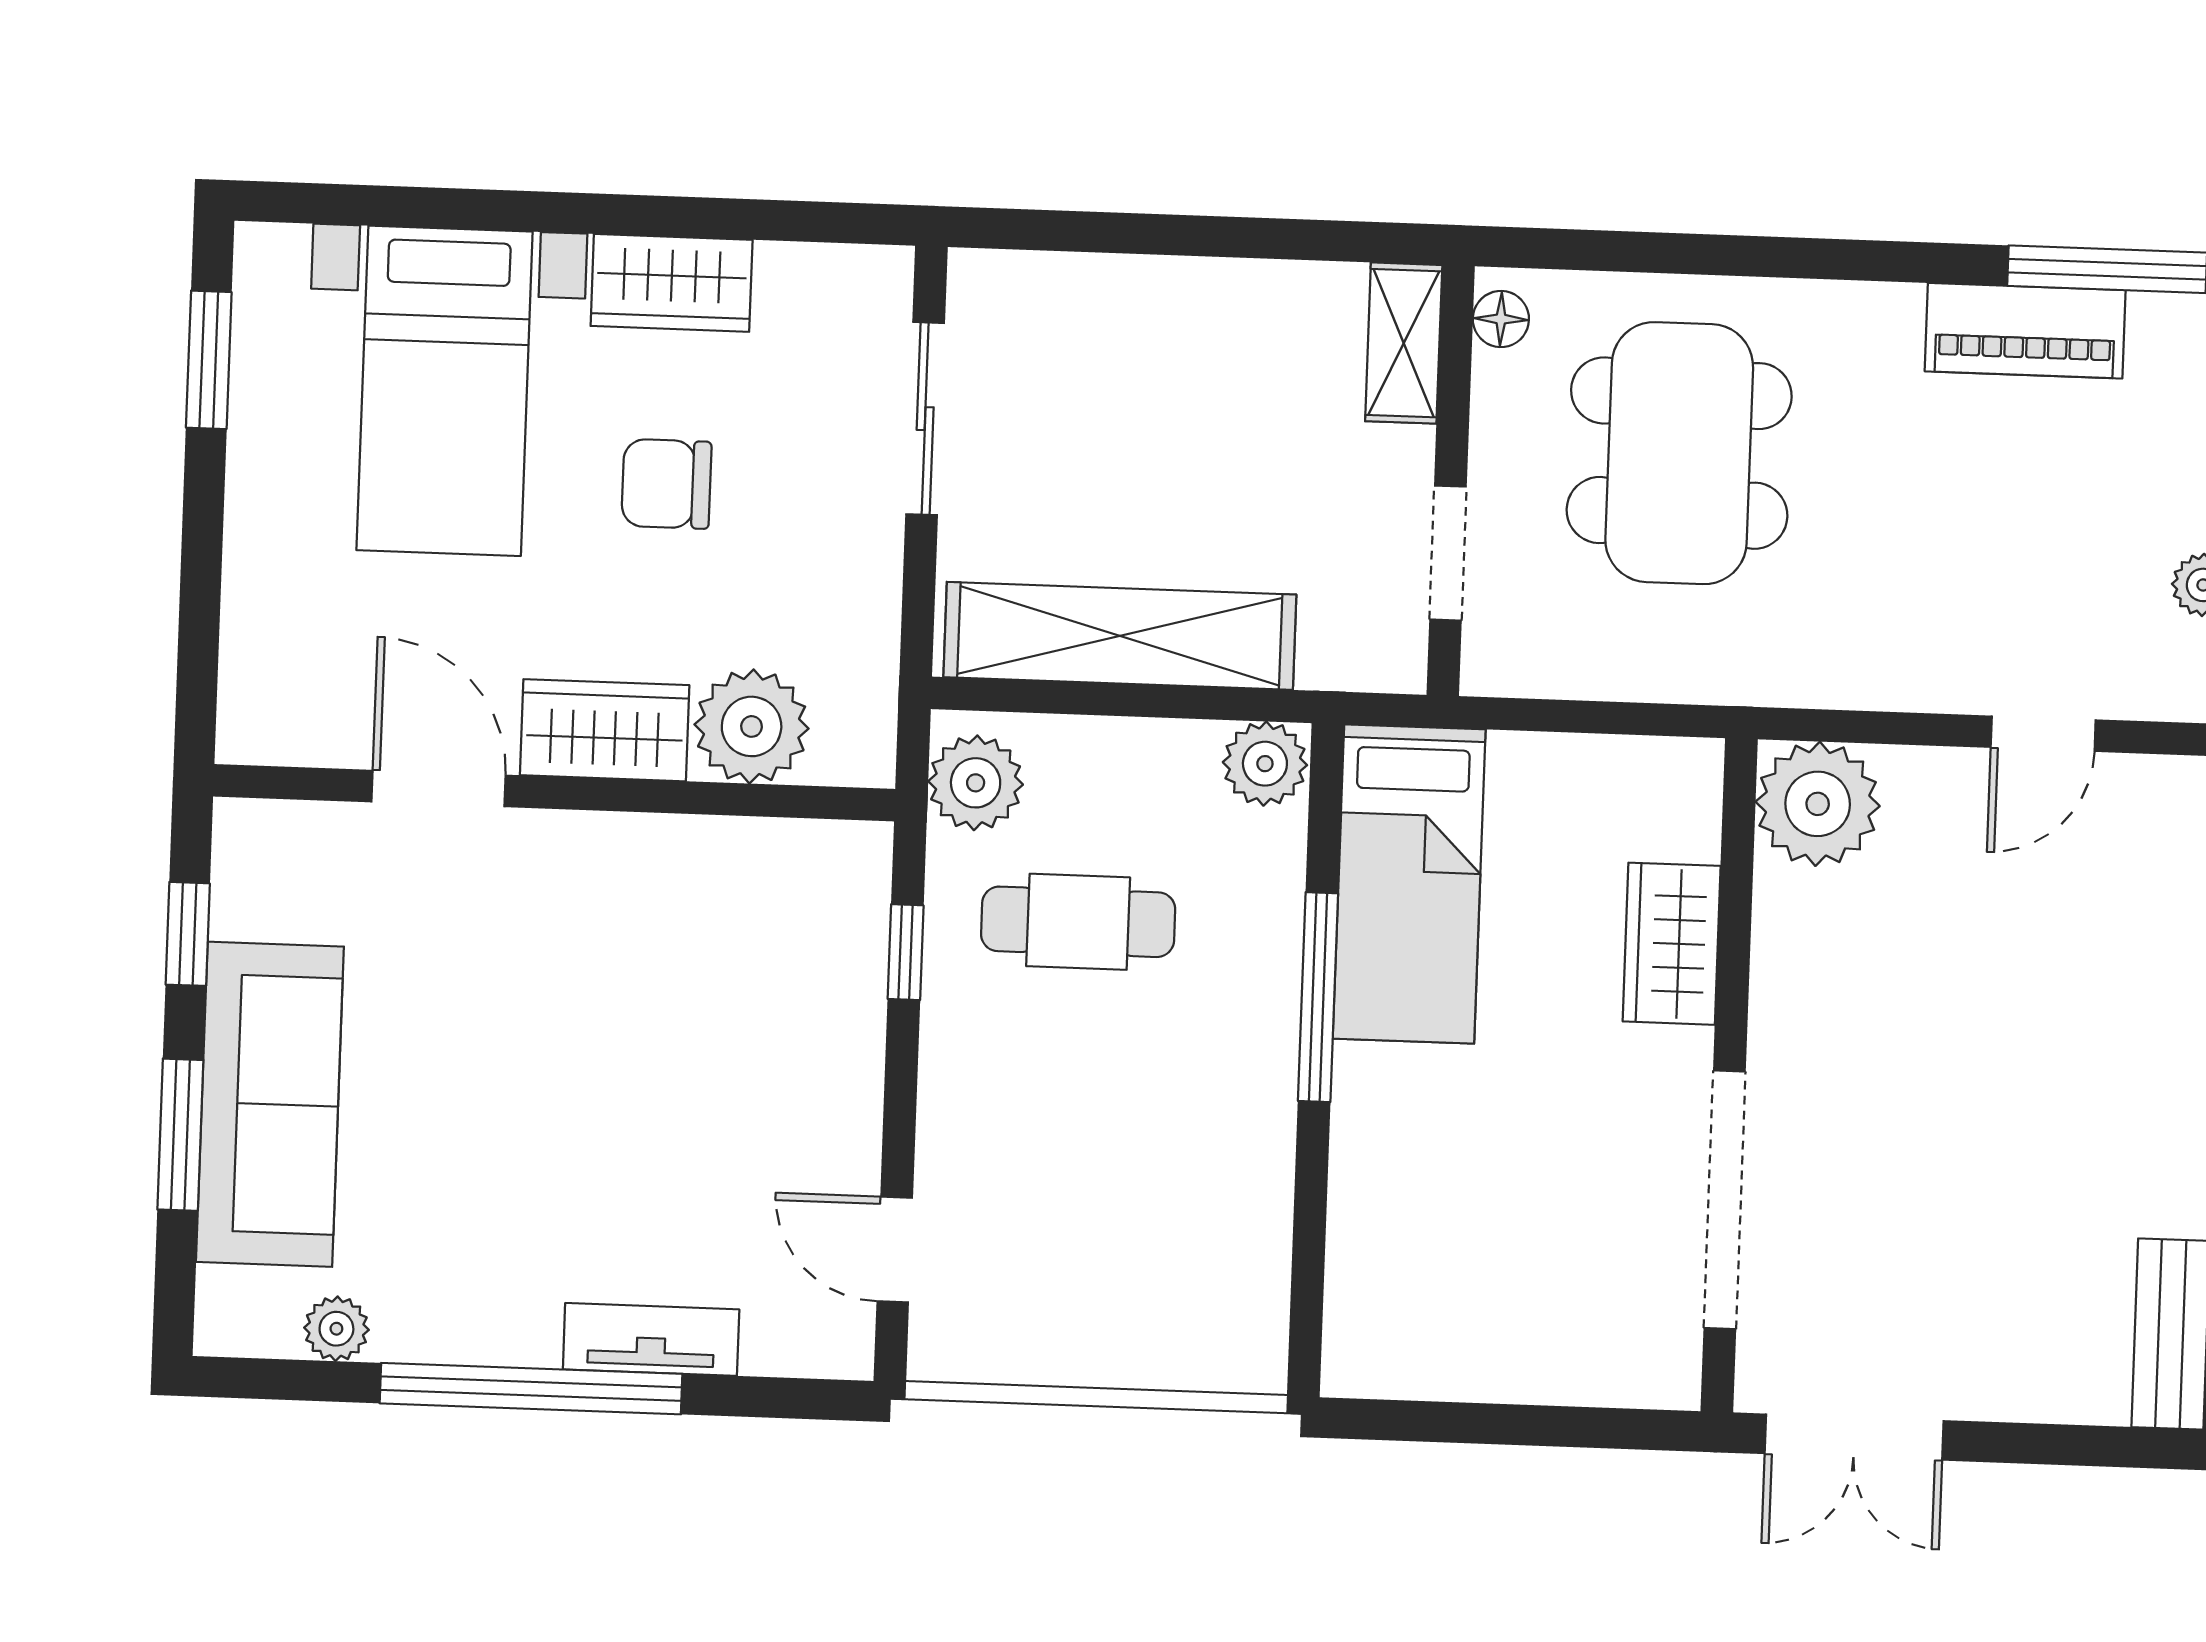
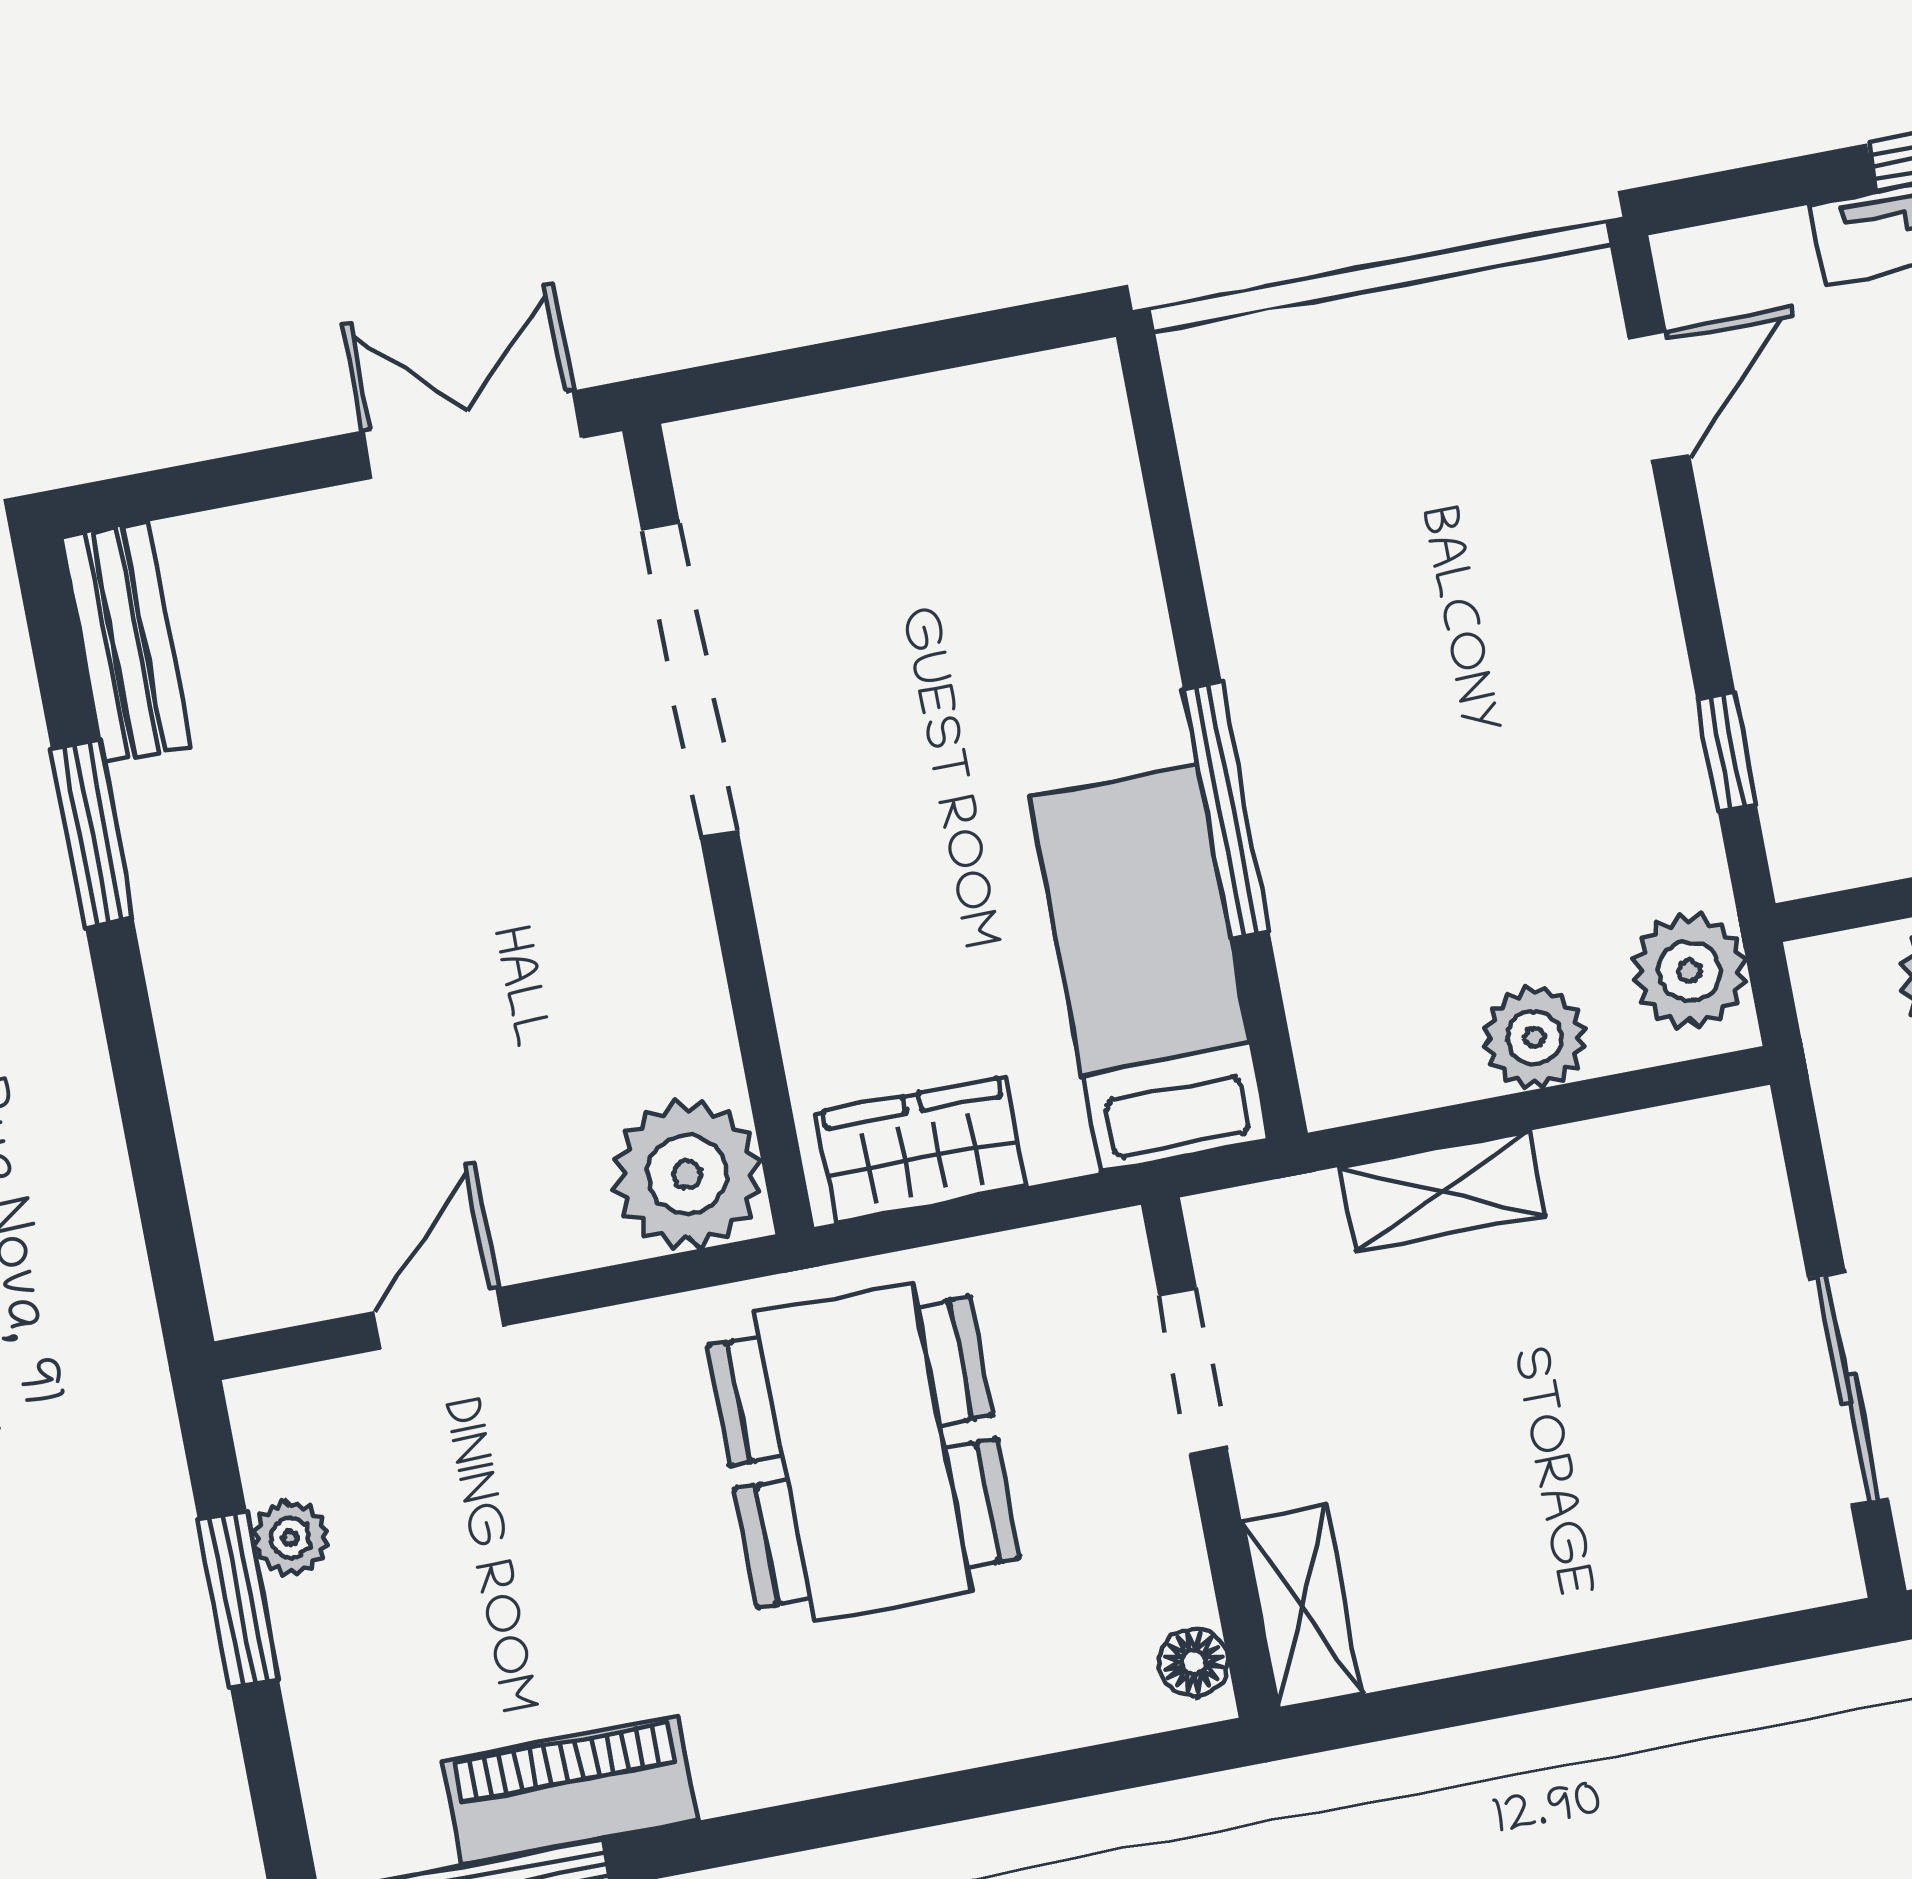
dining table: (1679, 453) -> (863, 1452), moved
shelving: (1120, 636) -> (1442, 1192), width x0.45, depth x0.75
plant: (1265, 764) -> (1534, 1037), moved
cafe table: (1078, 922) -> (1530, 834), removed
wardrobe: (1672, 944) -> (921, 1150), moved, turned -90
door: (895, 1249) -> (1659, 397), hinge flipped

